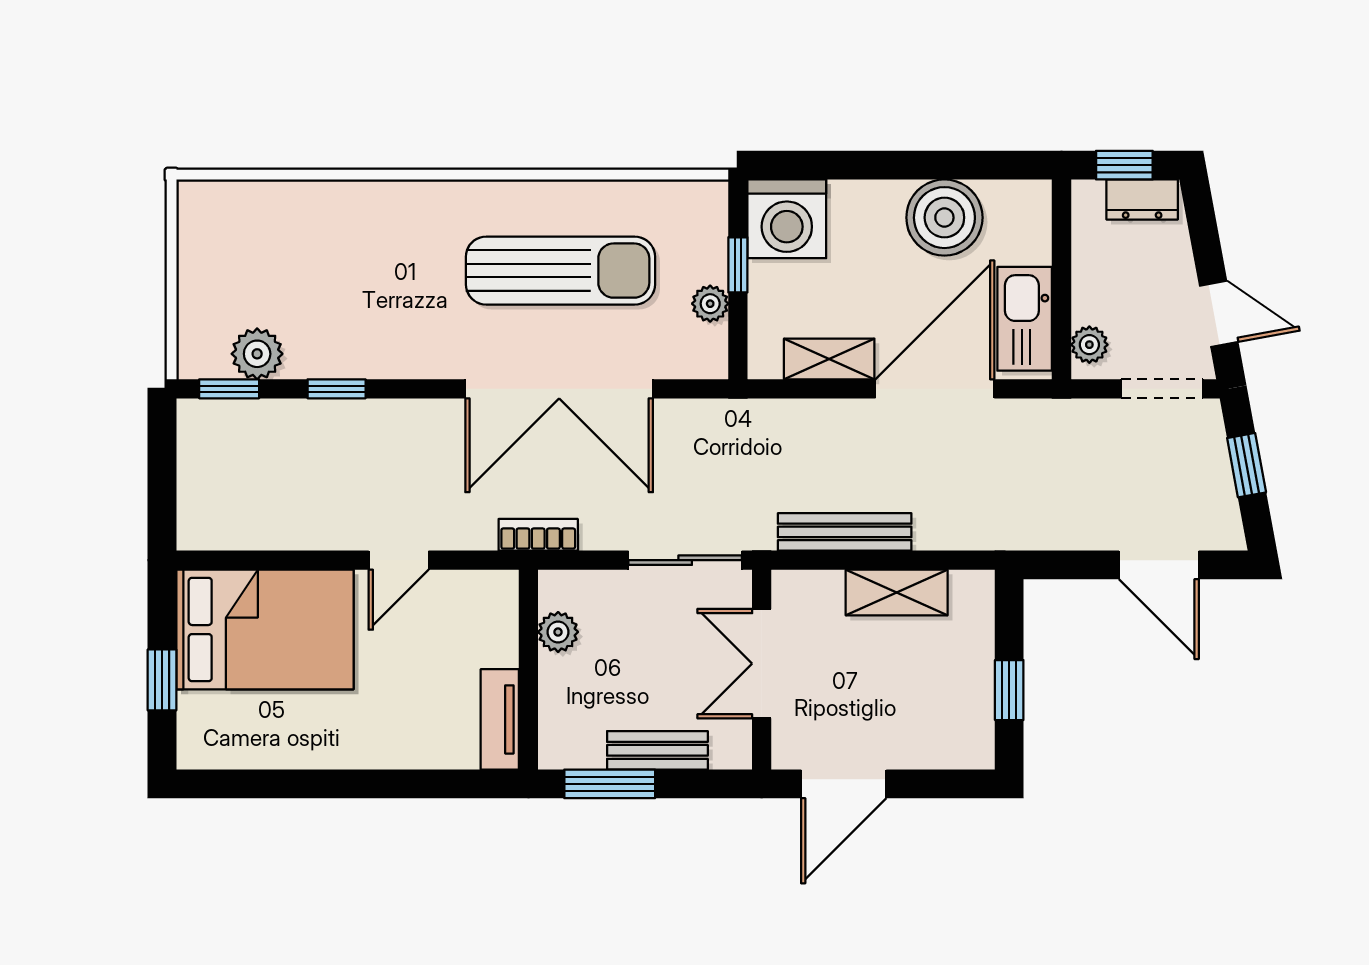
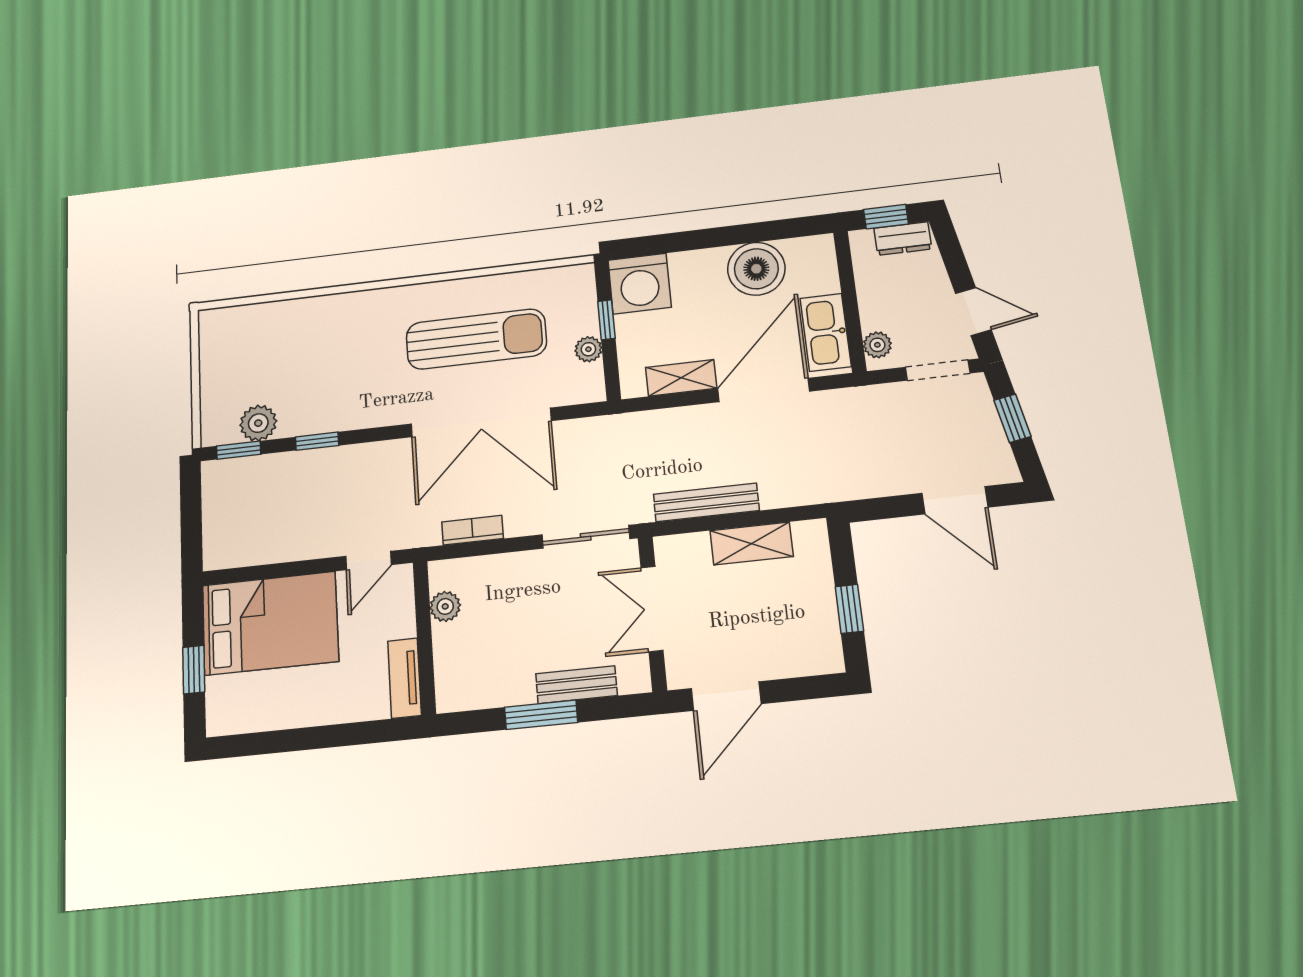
plant: (558, 632) -> (445, 606), moved
wall: (528, 670) -> (424, 637), moved
tv unit: (500, 719) -> (404, 678), moved

